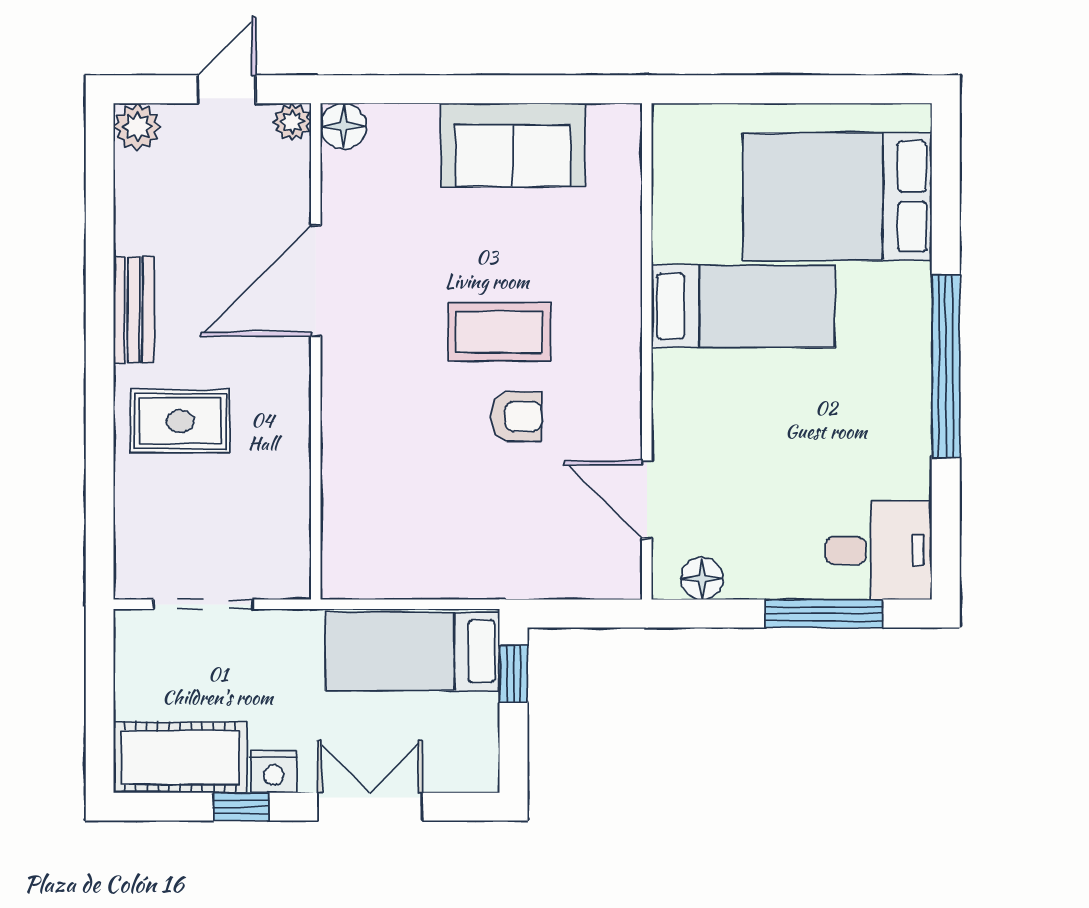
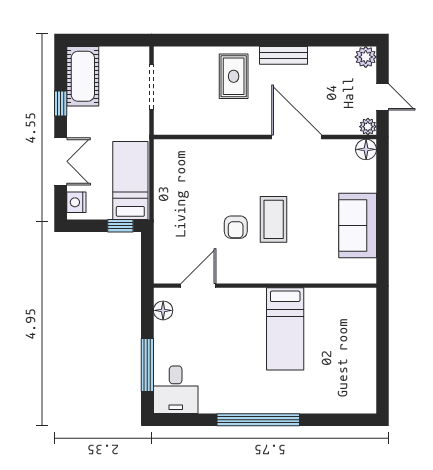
bed: (838, 197) -> (334, 371), removed
nightstand: (274, 772) -> (76, 202), moved

